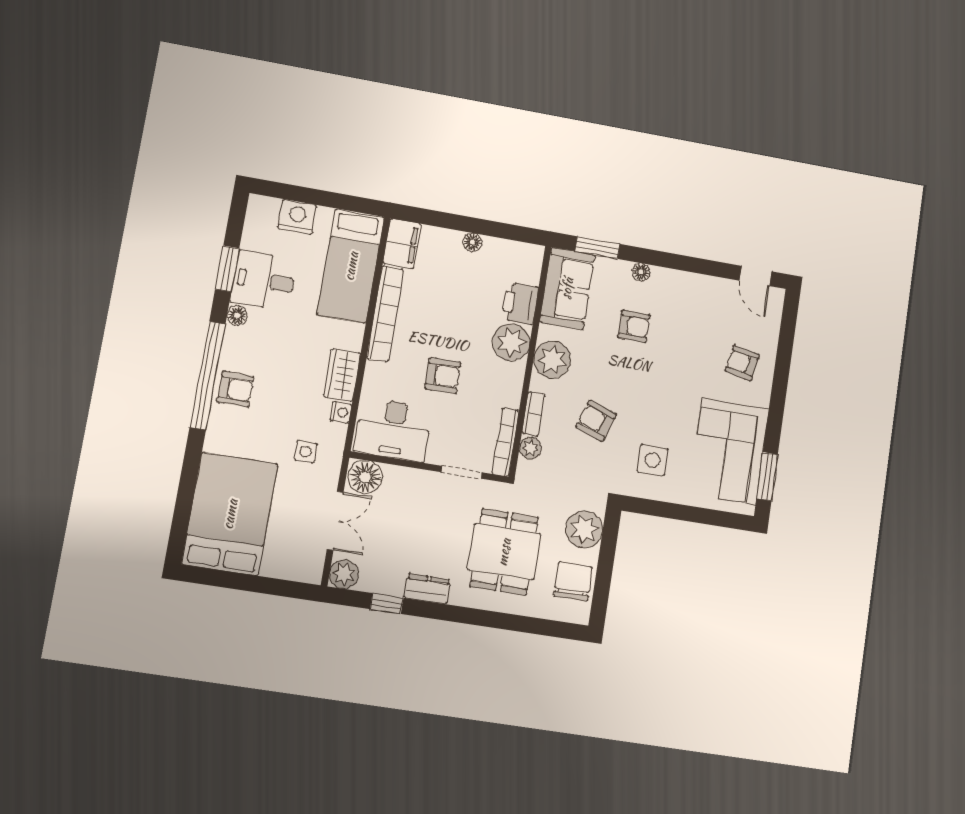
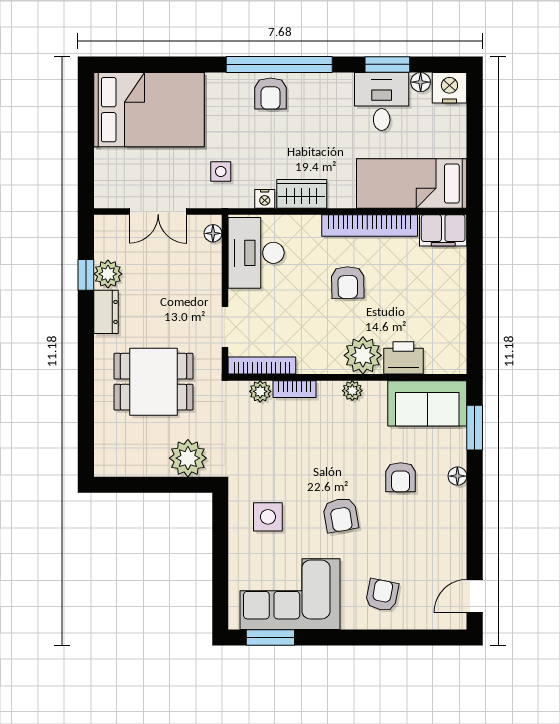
nightstand: (297, 217) -> (449, 88), moved, turned -90
floor lamp: (472, 242) -> (457, 300), removed
floor lamp: (237, 316) -> (421, 82), moved
plant: (552, 360) -> (352, 391), width x0.53, depth x0.53
armchair: (443, 375) -> (348, 283), moved
armchair: (596, 421) -> (341, 515), moved, turned 151
floor lamp: (365, 477) -> (213, 233), width x0.53, depth x0.53
plant: (344, 574) -> (108, 274), moved
chair: (573, 581) -> (135, 455), removed

